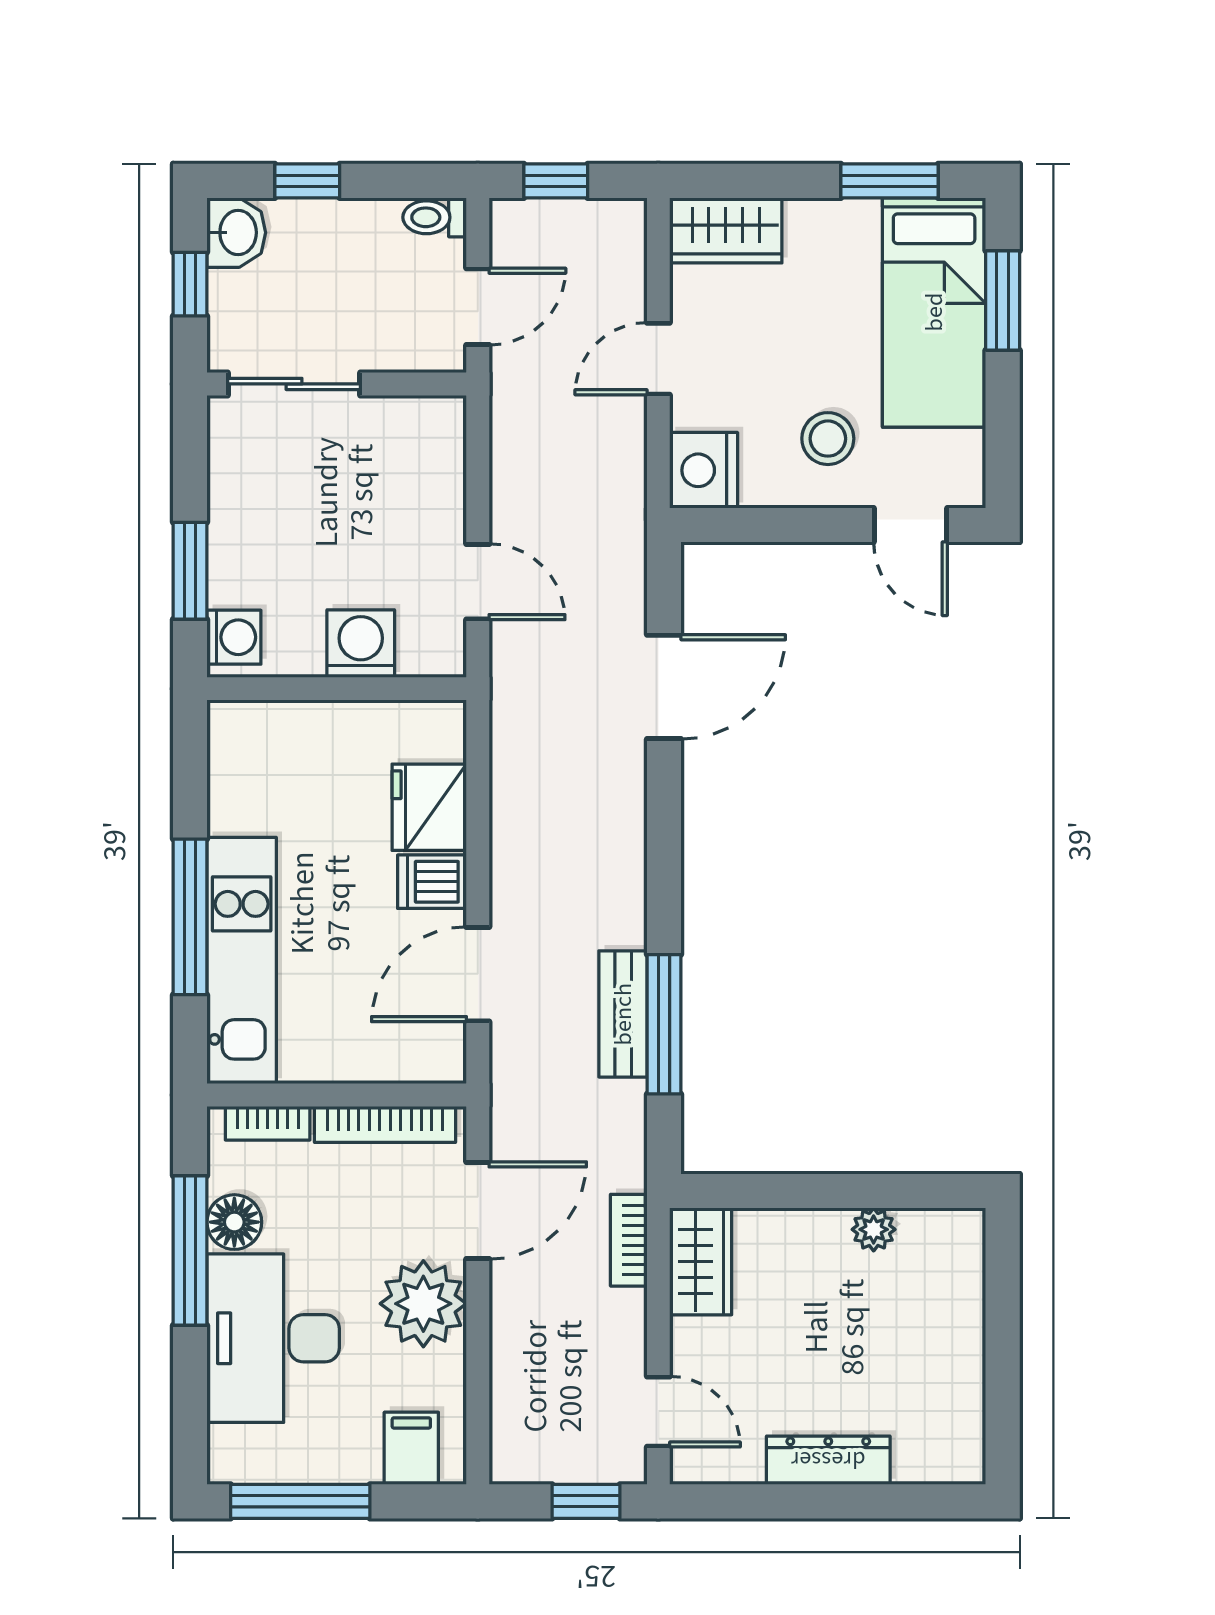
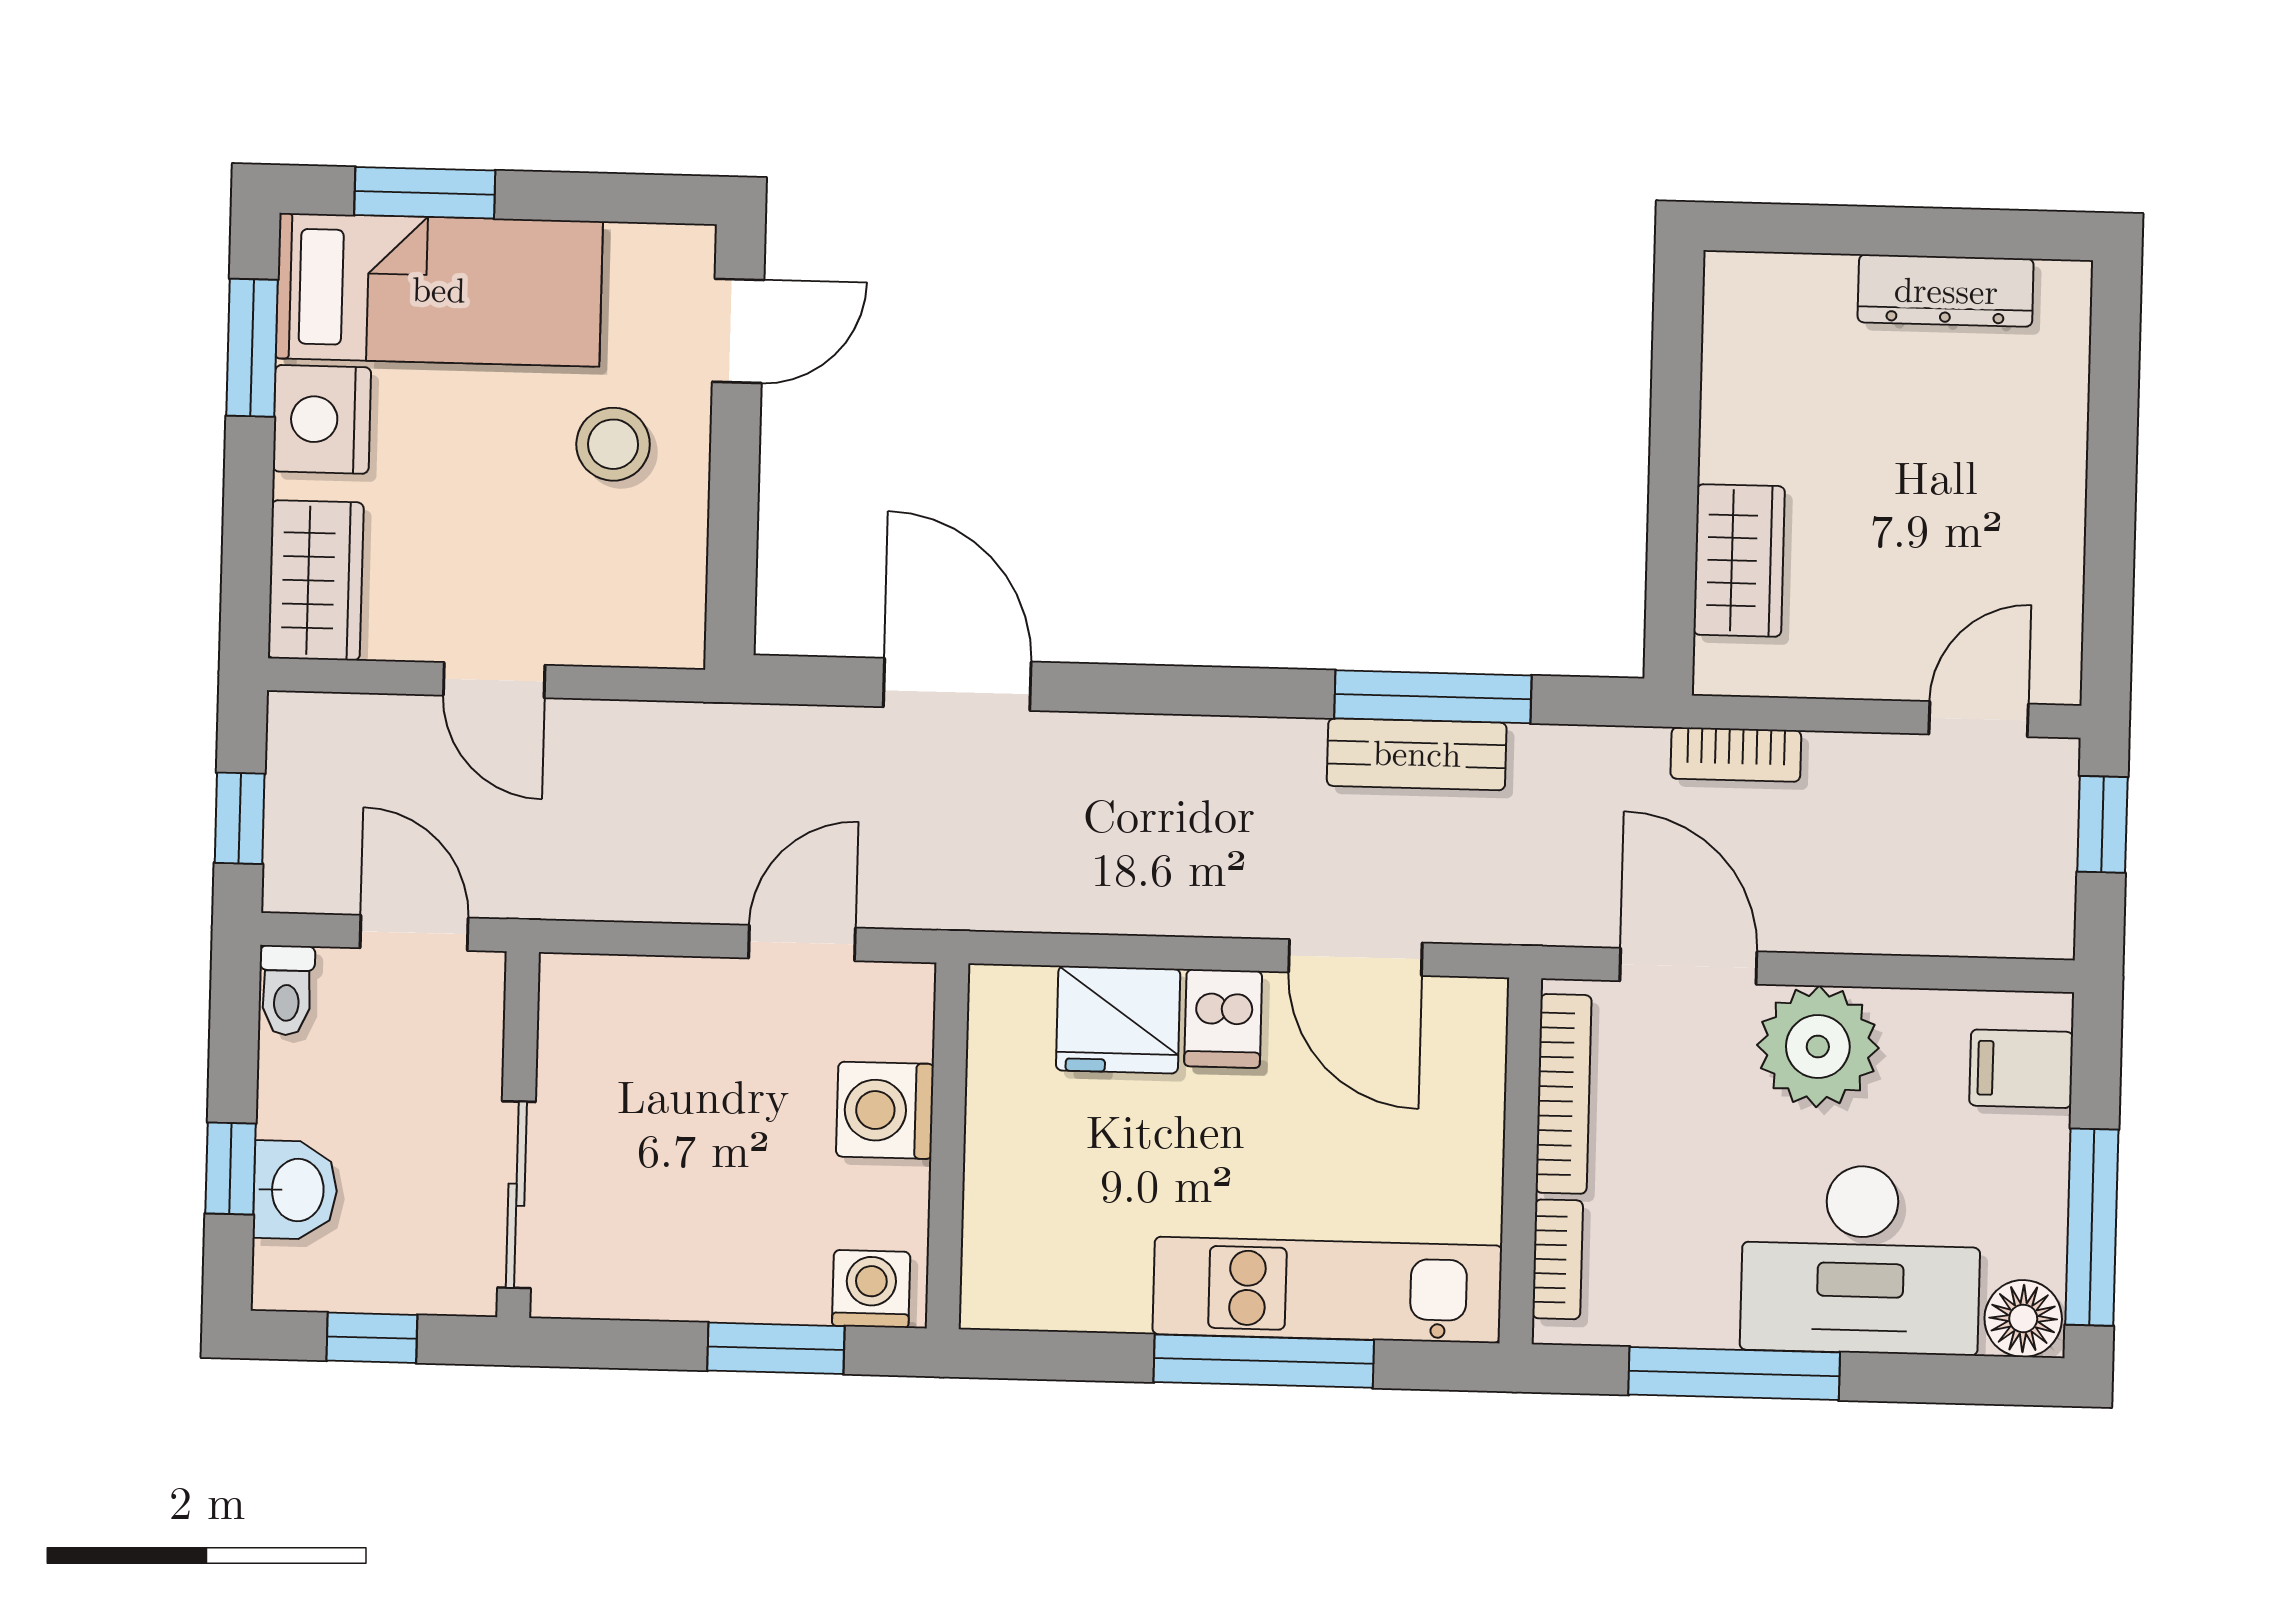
washbasin: (236, 233) -> (295, 1190), moved, turned 90
nightstand: (704, 470) -> (322, 419), moved, turned 90
floor lamp: (234, 1222) -> (2023, 1318), moved
plant: (874, 1229) -> (1730, 409), removed
wardrobe: (701, 1261) -> (1739, 560), moved, turned 90
dresser: (828, 1460) -> (1946, 291), moved, turned -90

